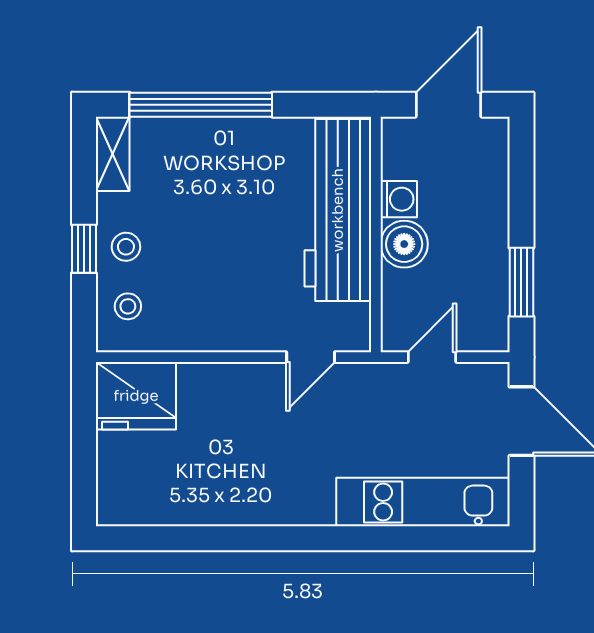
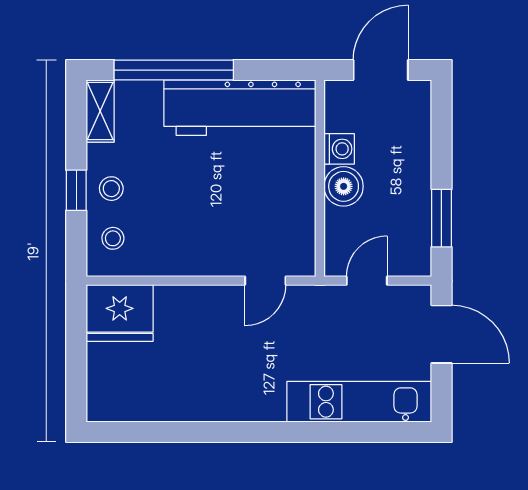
workbench: (338, 210) -> (240, 108), moved, turned -90

